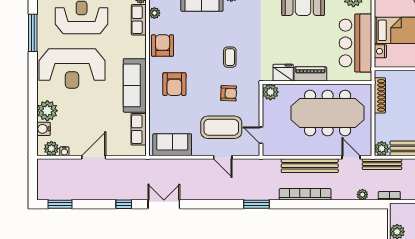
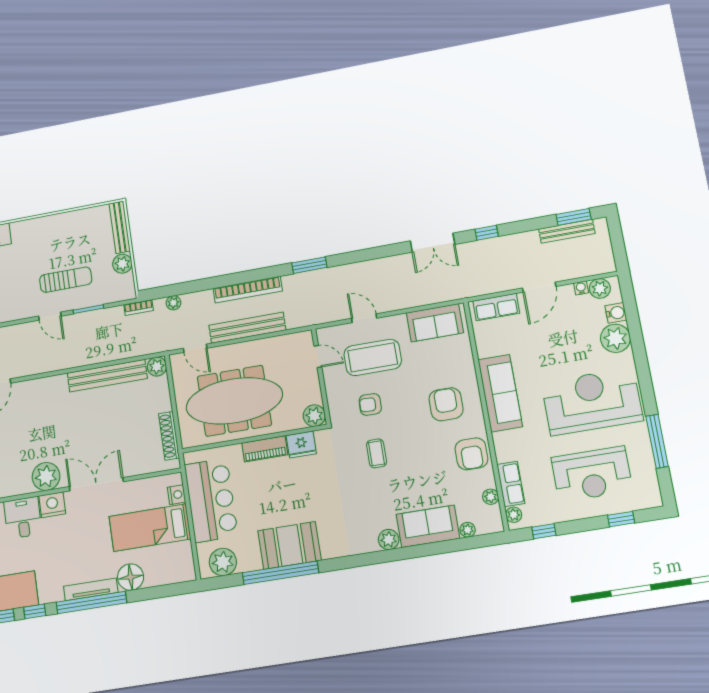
row of seats: (139, 129) -> (496, 307), moved, turned 90
bench: (382, 164) -> (567, 231), moved

